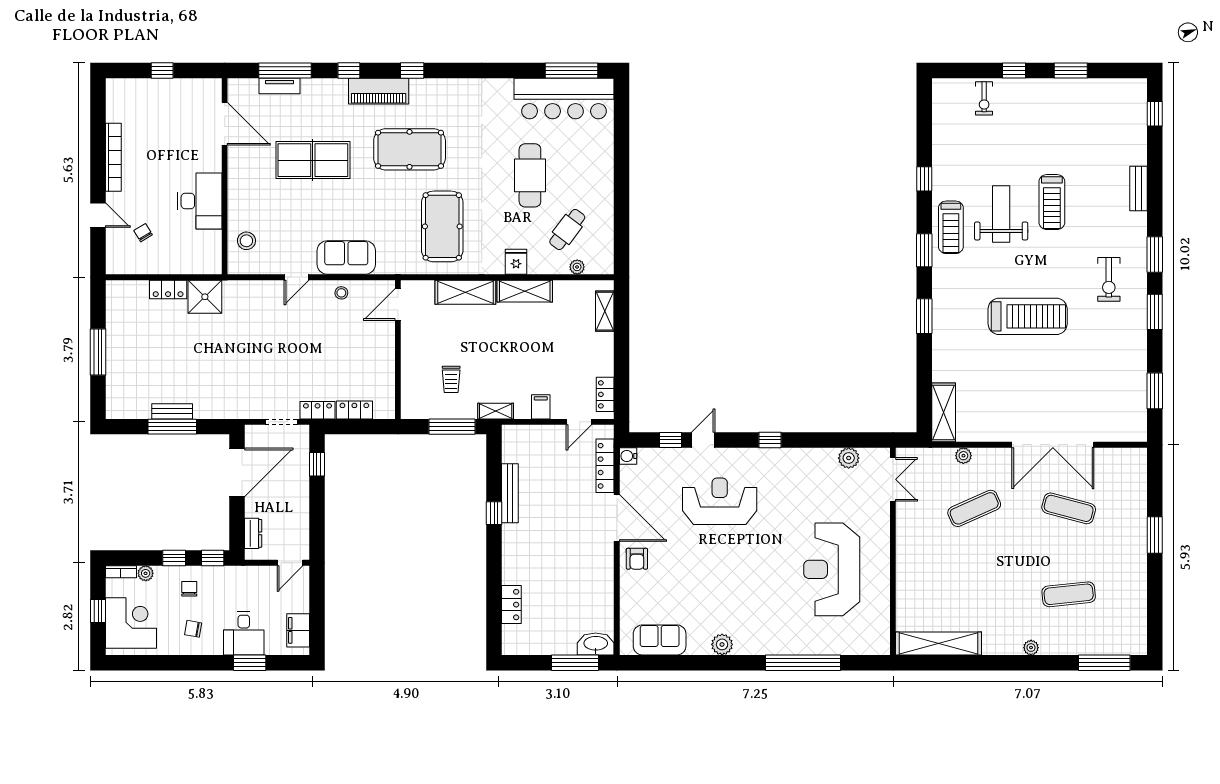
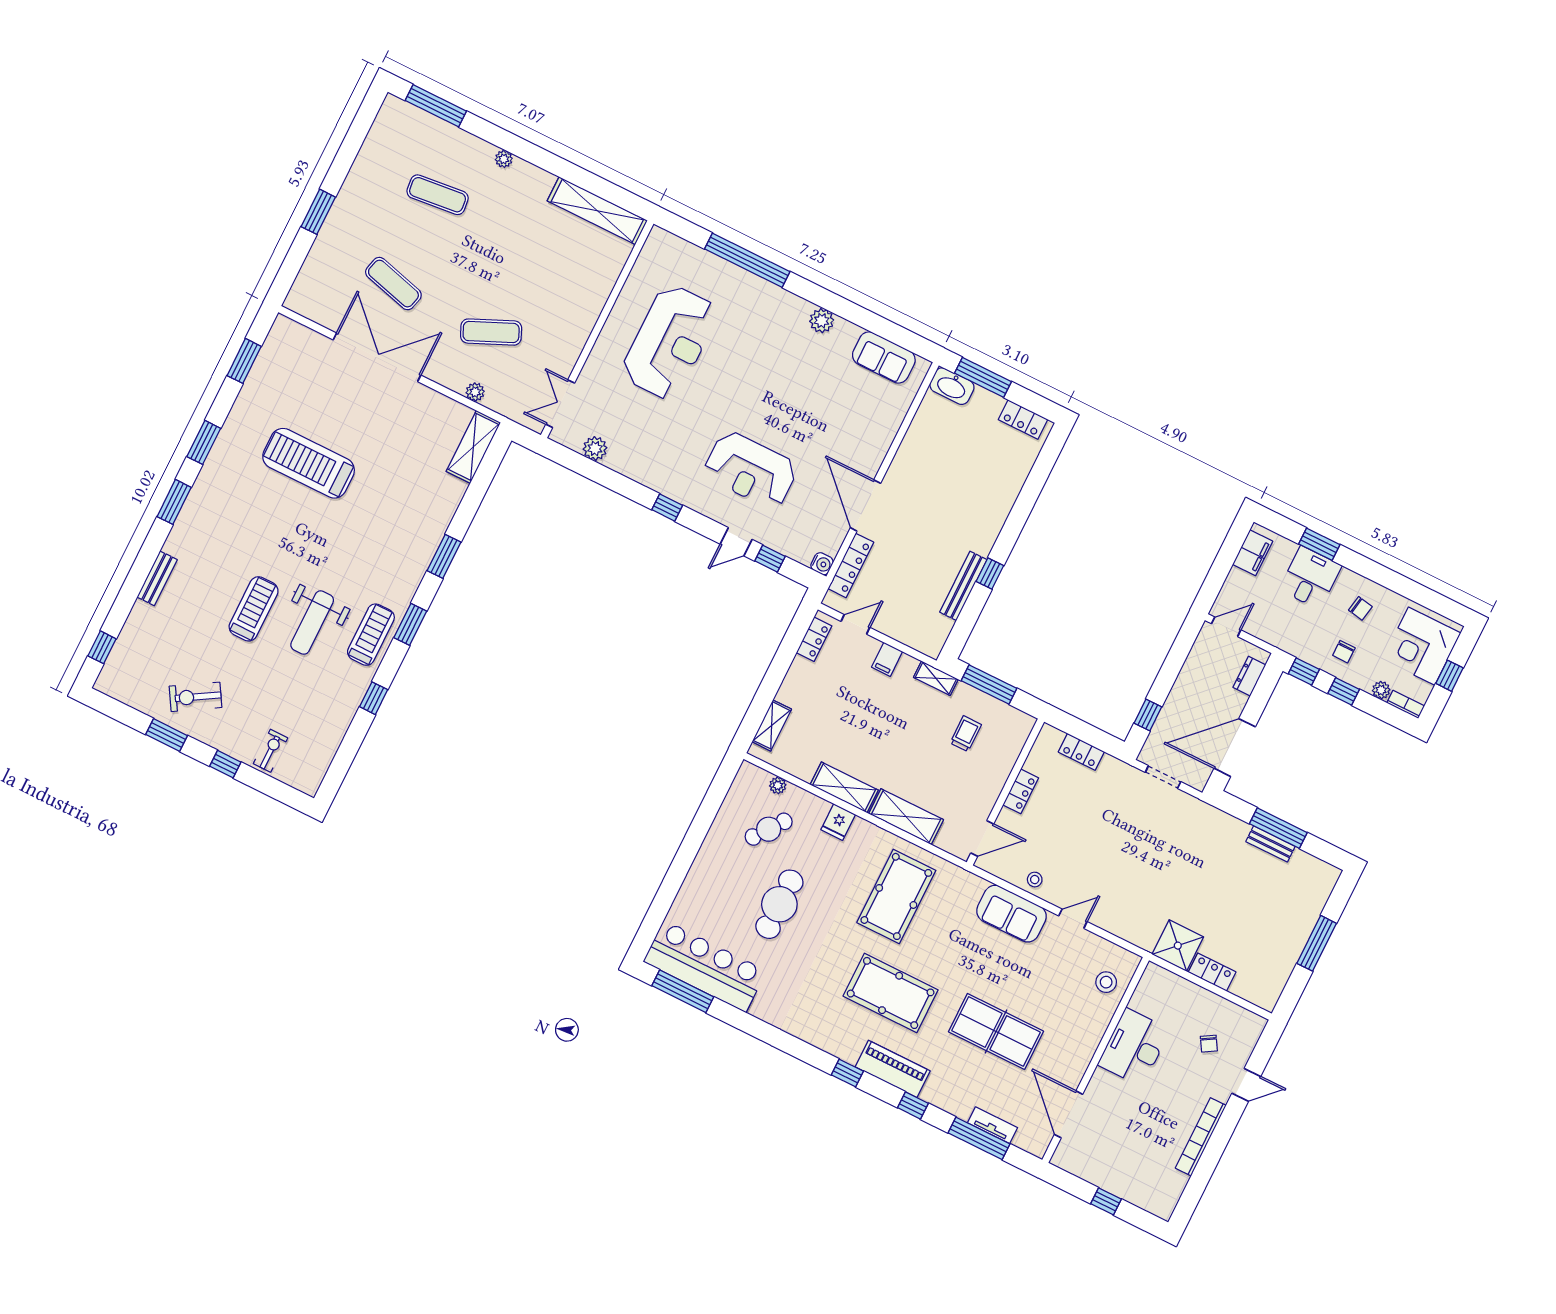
door: (98, 215) -> (1246, 1085), swing flipped
exercise bike: (1109, 279) -> (196, 697), moved, turned -121
treadmill: (1028, 316) -> (309, 463), moved
locker: (318, 410) -> (1021, 791), moved, turned -90
armchair: (637, 559) -> (866, 453), removed
locker: (511, 605) -> (1023, 420), moved, turned -90

